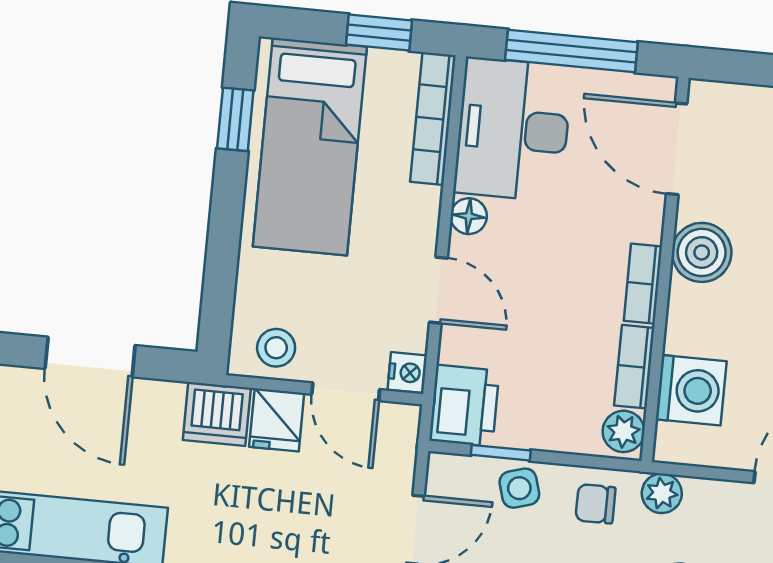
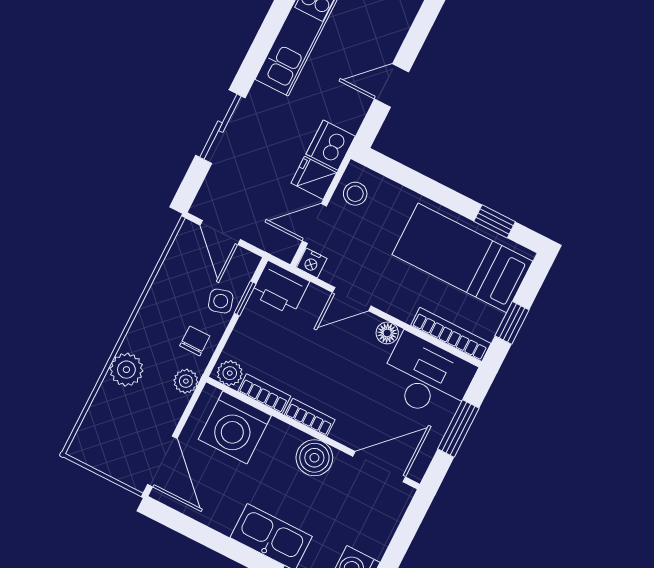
window: (571, 51) -> (458, 428), width x0.69
door: (90, 357) -> (391, 85), width x0.73
washing machine: (691, 390) -> (235, 427), width x1.37, depth x1.37

